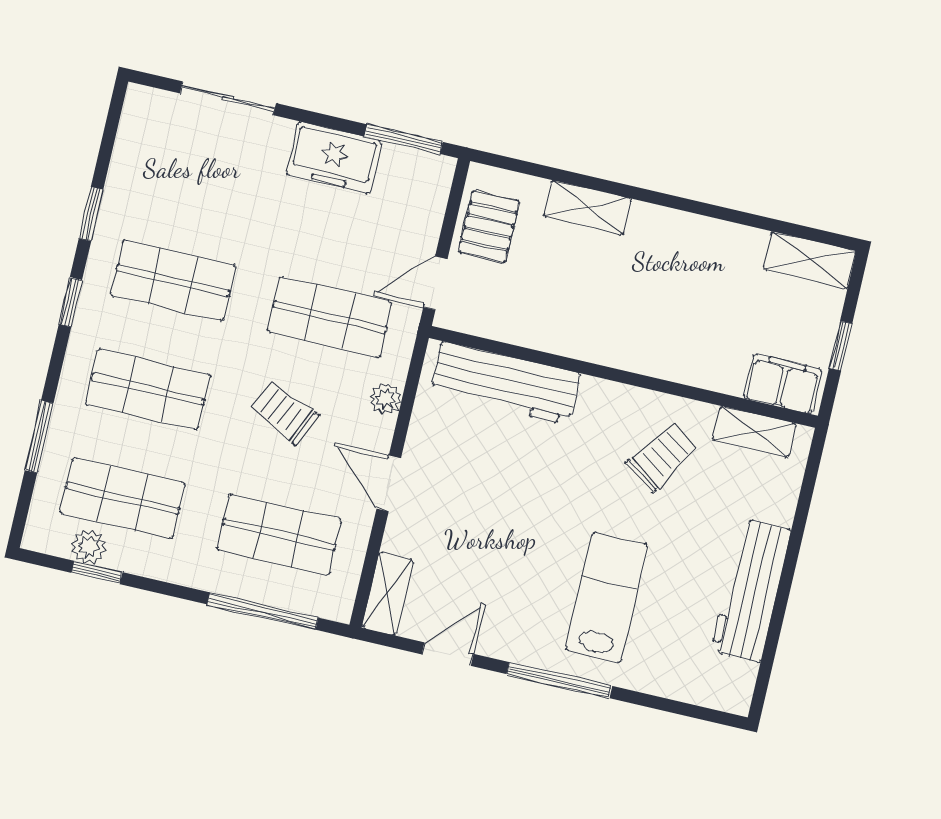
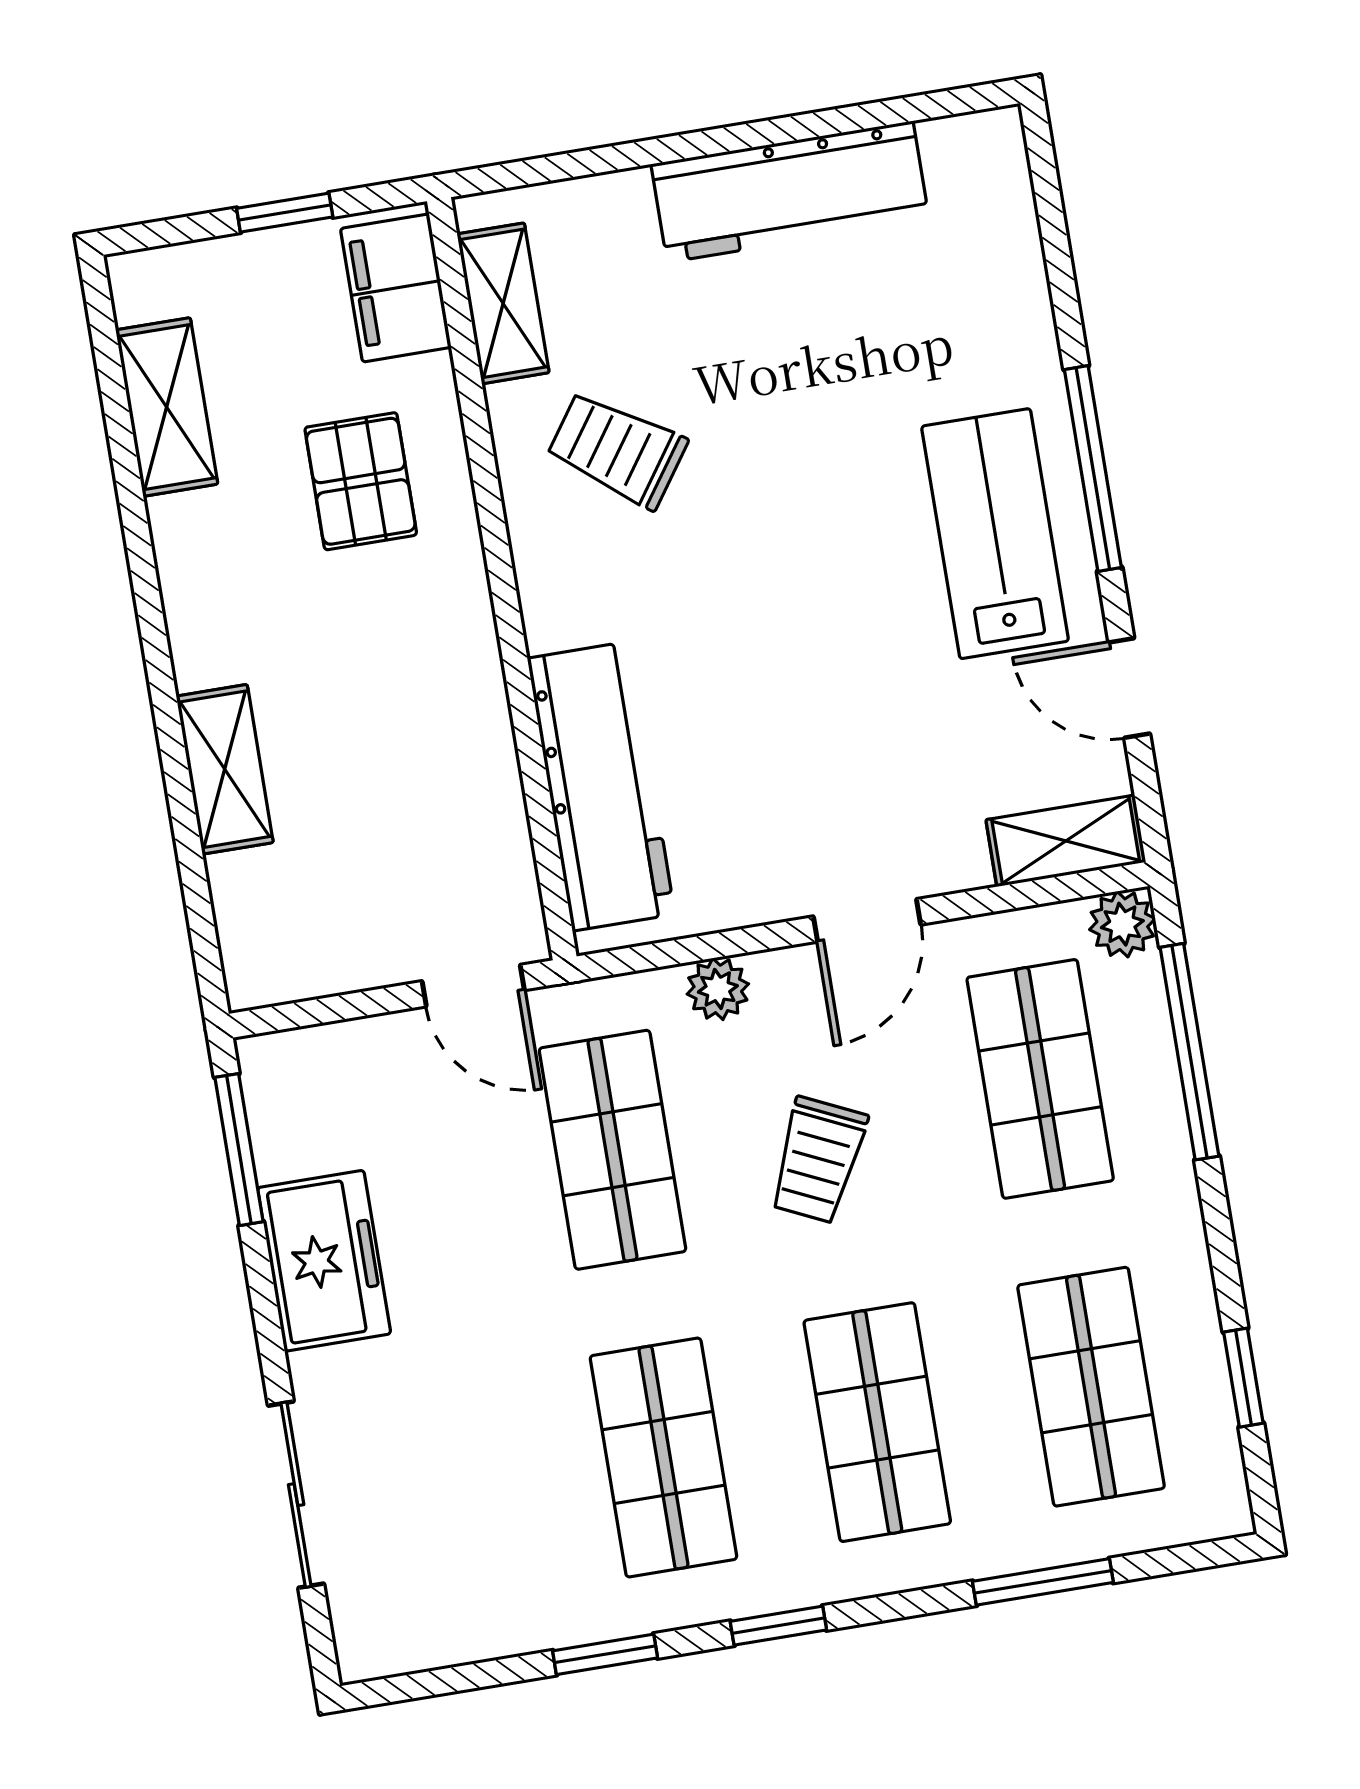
pallet: (489, 227) -> (361, 481), moved, turned 90
shelving: (810, 260) -> (167, 407), moved
plant: (89, 547) -> (1122, 924), moved
lab bench: (607, 597) -> (995, 534), moved, turned 90

